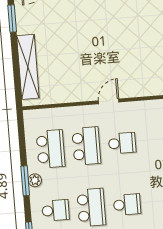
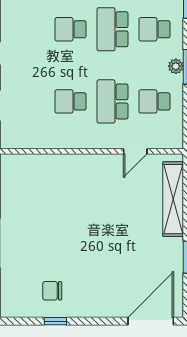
door: (109, 101) -> (135, 151), moved
school desk: (51, 149) -> (154, 101), width x0.54

